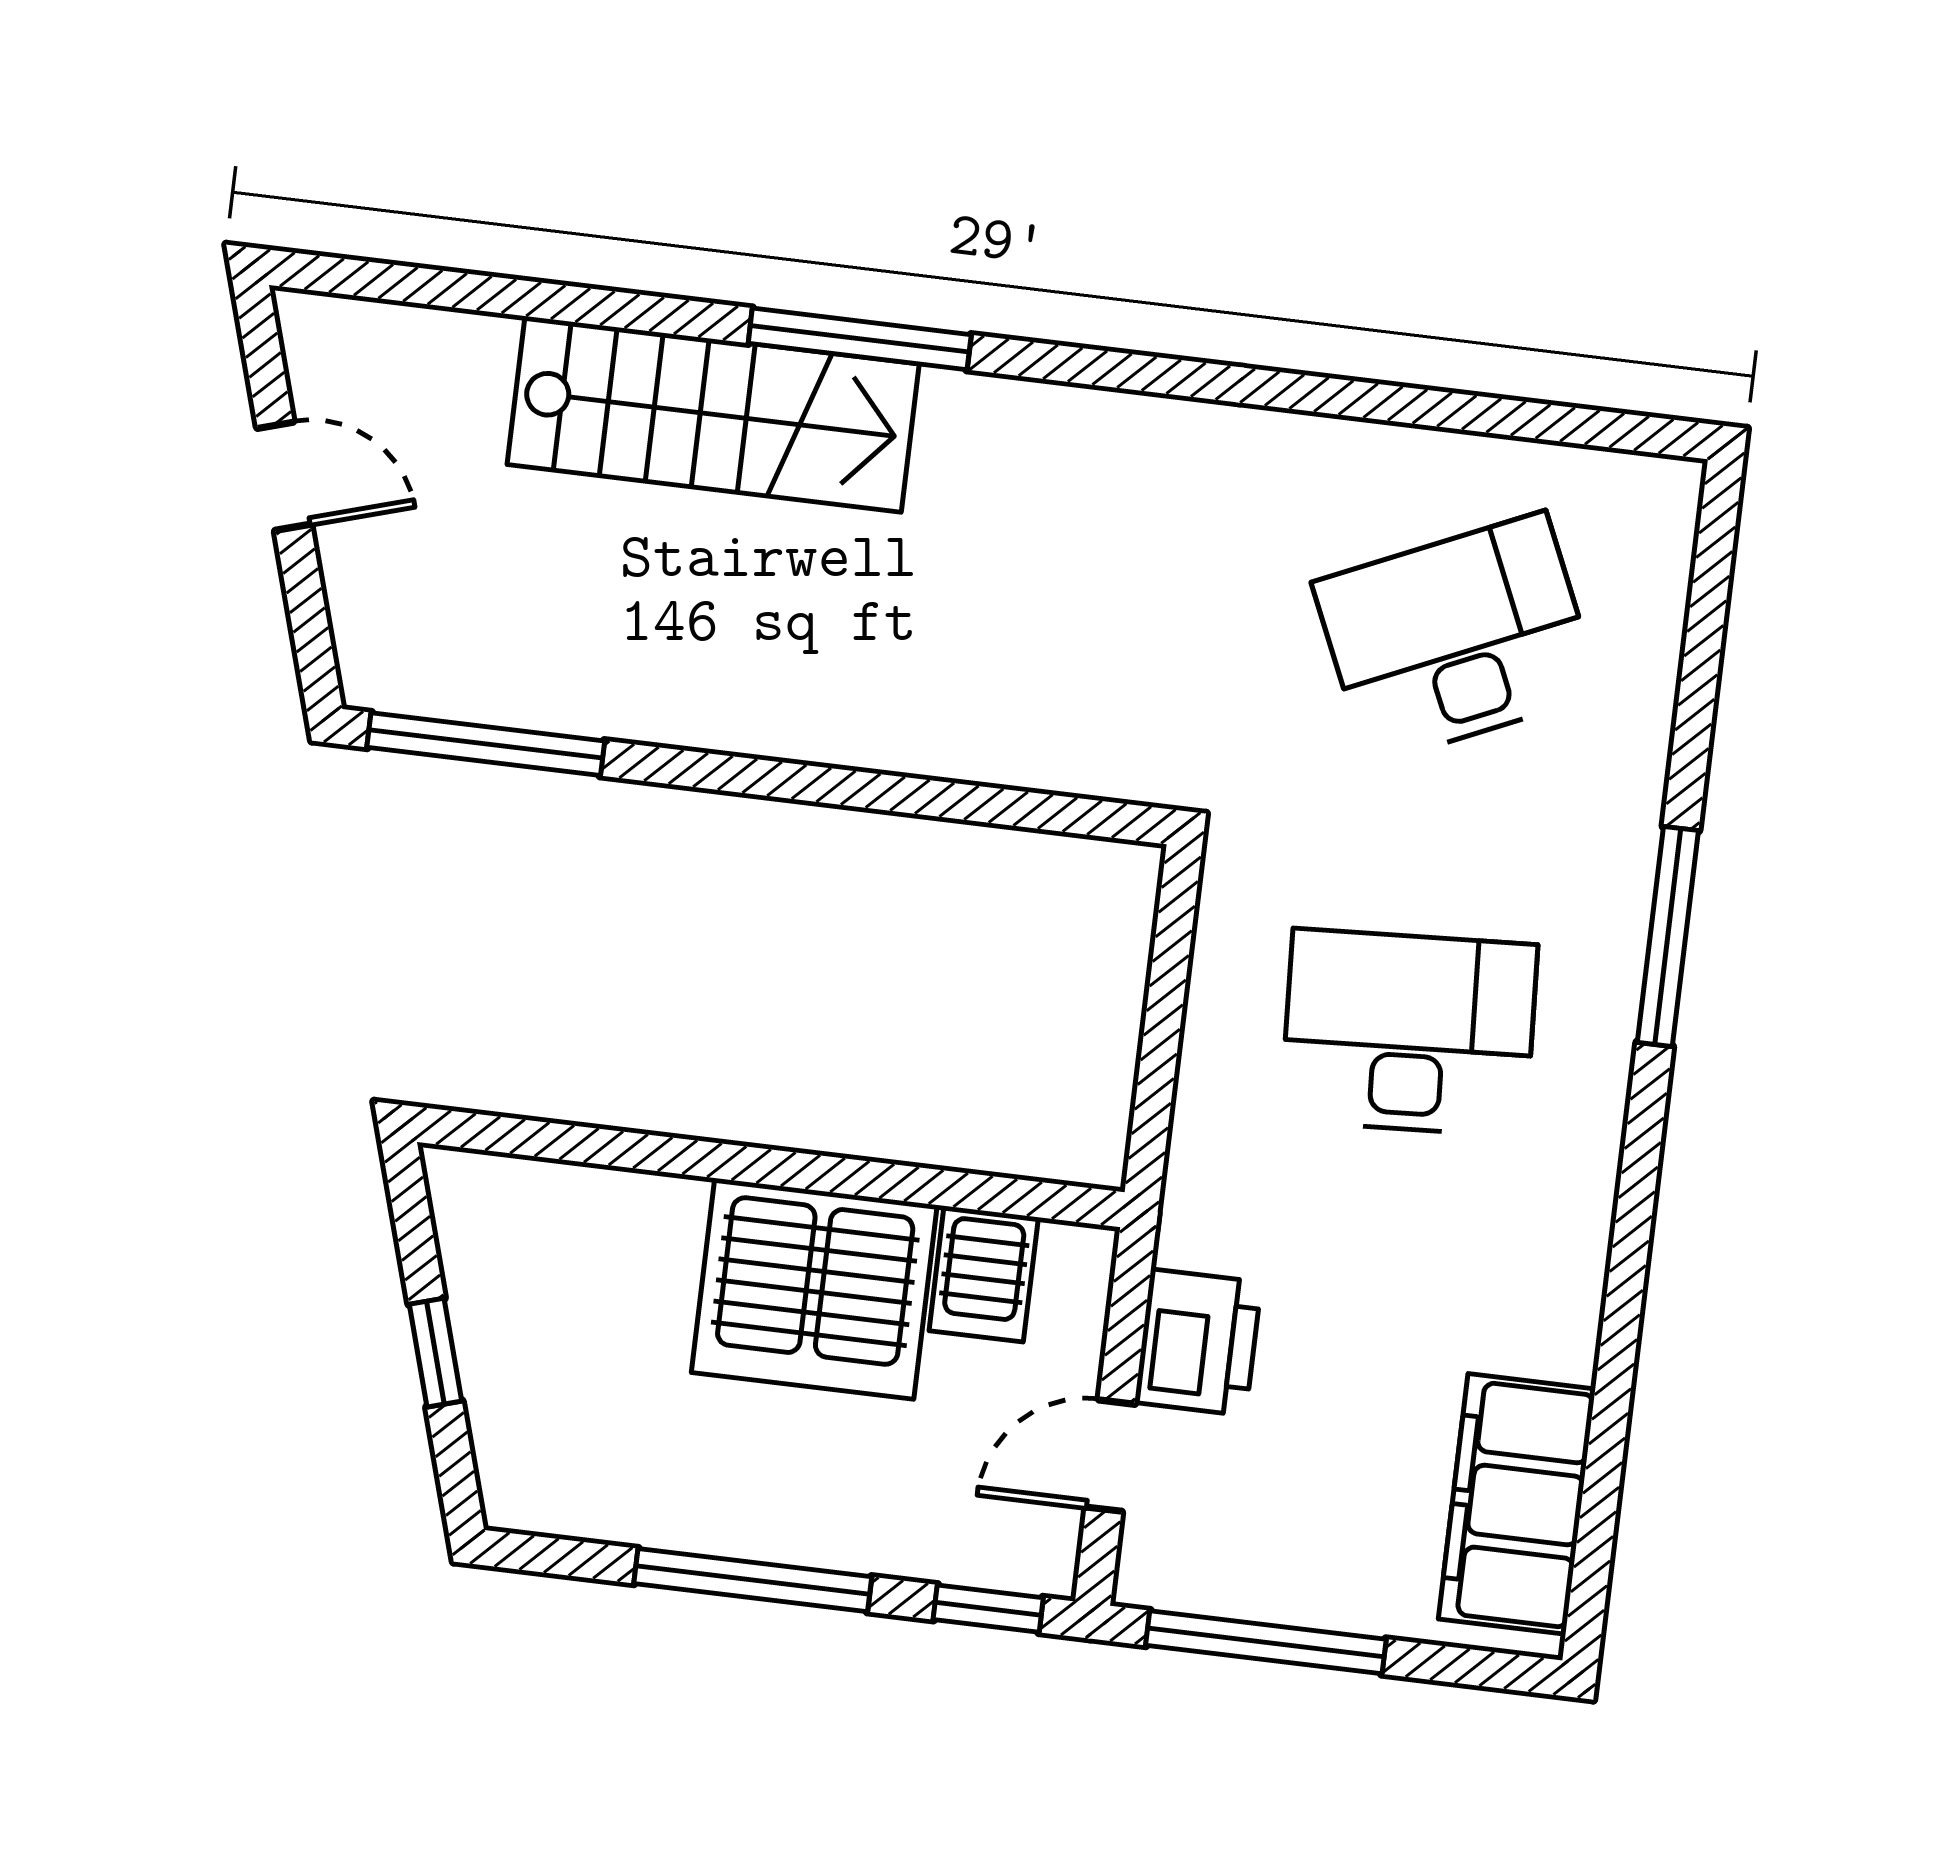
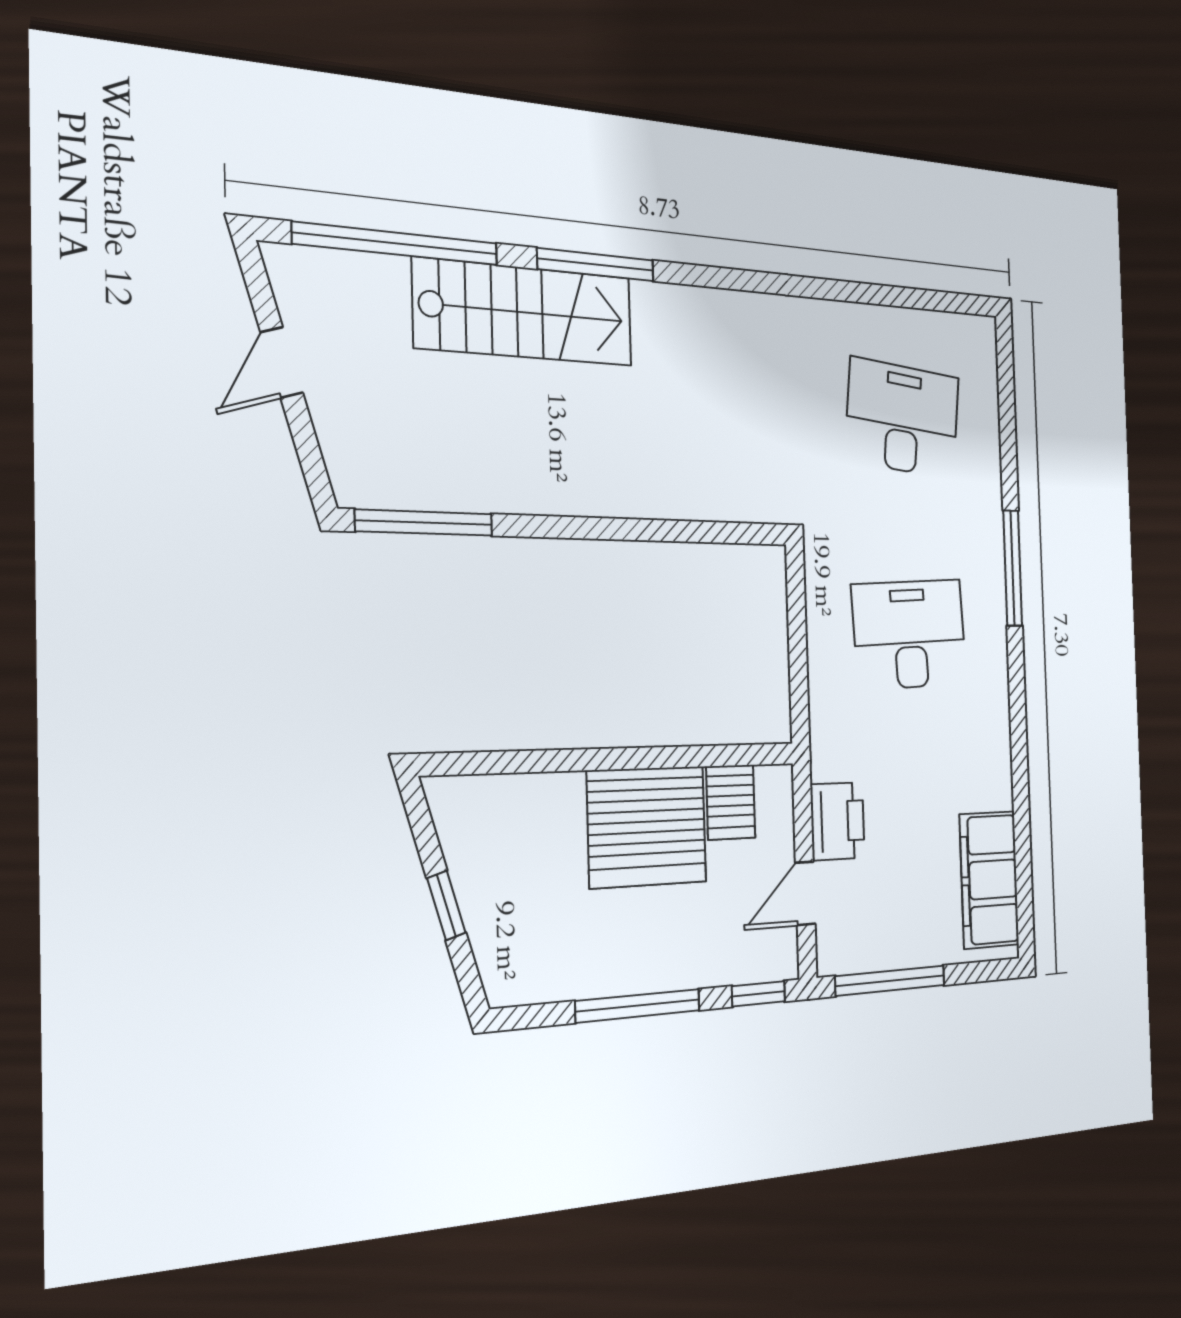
window: (503, 296) -> (397, 244), added
door: (284, 476) -> (282, 362), swing flipped
desk: (1457, 638) -> (902, 418), turned 30

